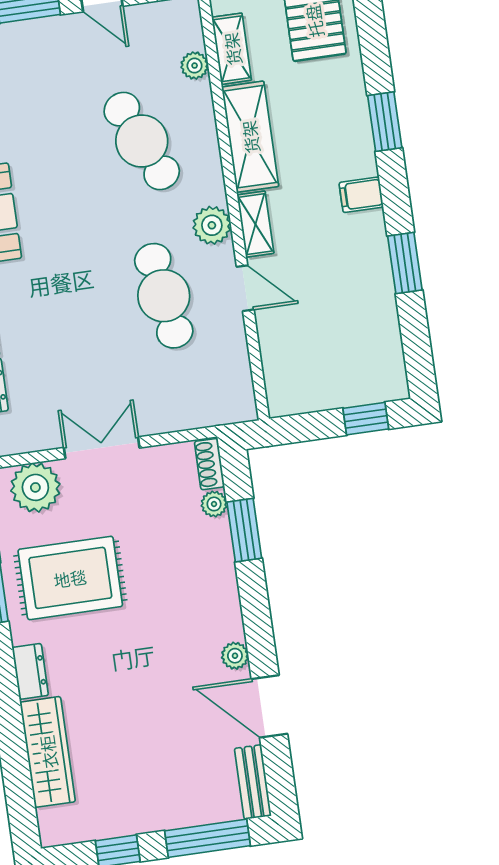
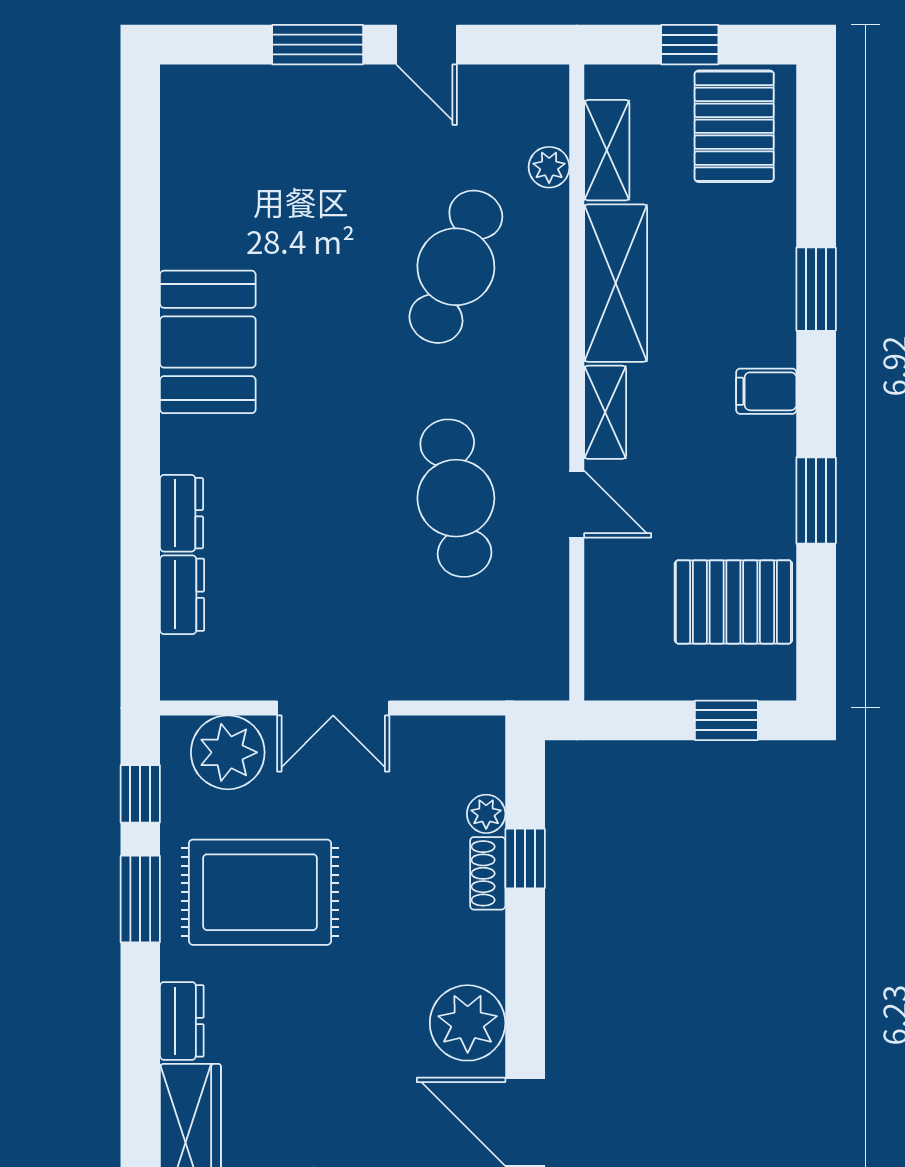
cafe table: (142, 141) -> (456, 267), turned 45
plant: (212, 225) -> (541, 405), removed
pallet: (359, 339) -> (733, 602), added
double door: (102, 448) -> (333, 708), swing flipped
shoe rack: (209, 464) -> (488, 873), moved
window: (244, 530) -> (525, 858), width x0.67
plant: (235, 656) -> (468, 1023), width x1.87, depth x1.87

